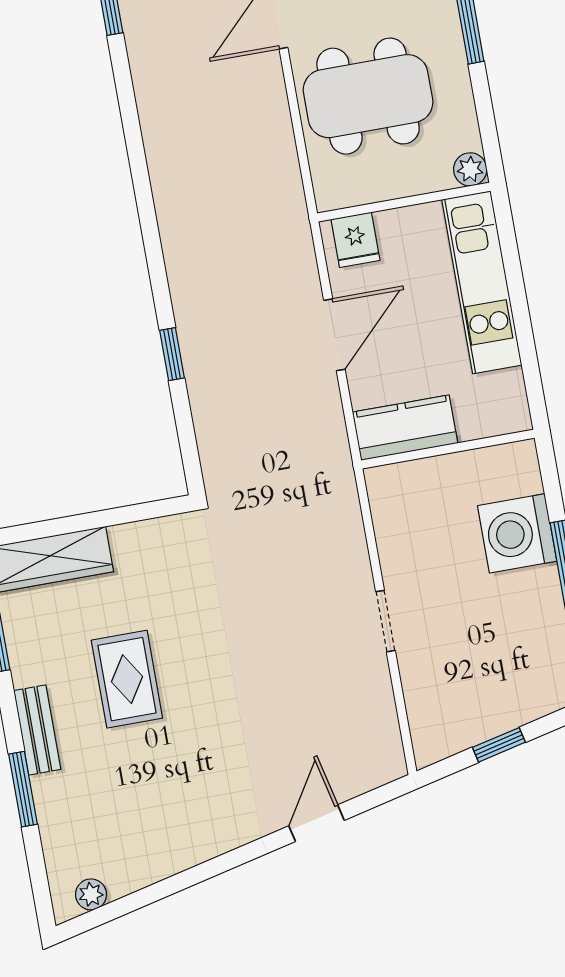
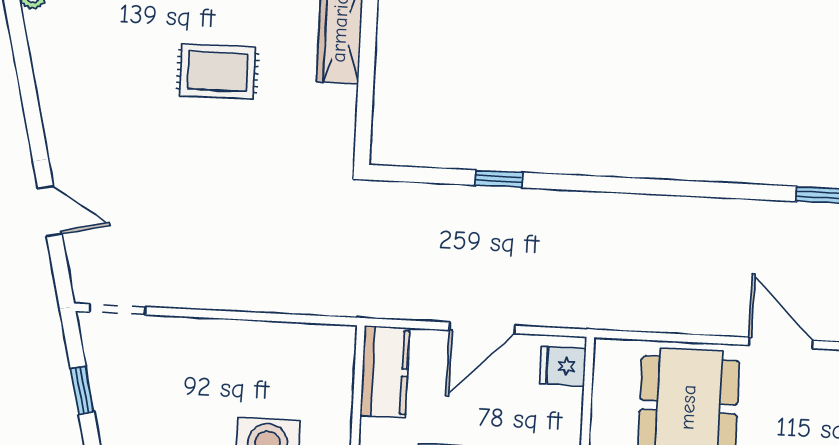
door: (334, 335) -> (482, 328), hinge flipped
doorway: (385, 621) -> (118, 309), moved

